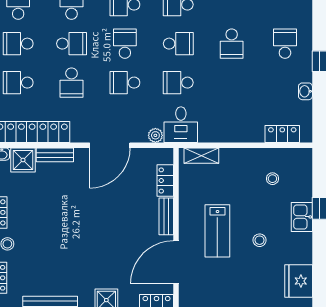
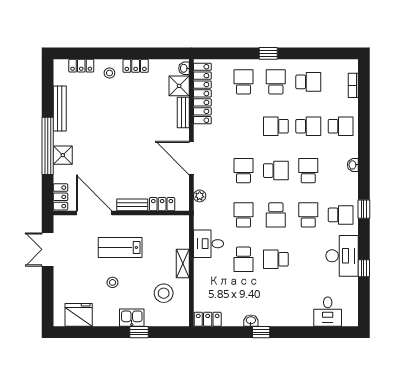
school desk: (72, 44) -> (276, 126), turned 90
school desk: (285, 44) -> (243, 259), moved, turned 90
school desk: (72, 83) -> (243, 126), removed
washbasin: (305, 91) -> (251, 321), moved
desk: (181, 125) -> (208, 244), moved
locker: (282, 134) -> (208, 319), moved, turned -90
shelving: (201, 156) -> (183, 264), moved
stool: (272, 179) -> (164, 293), width x1.89, depth x1.89

